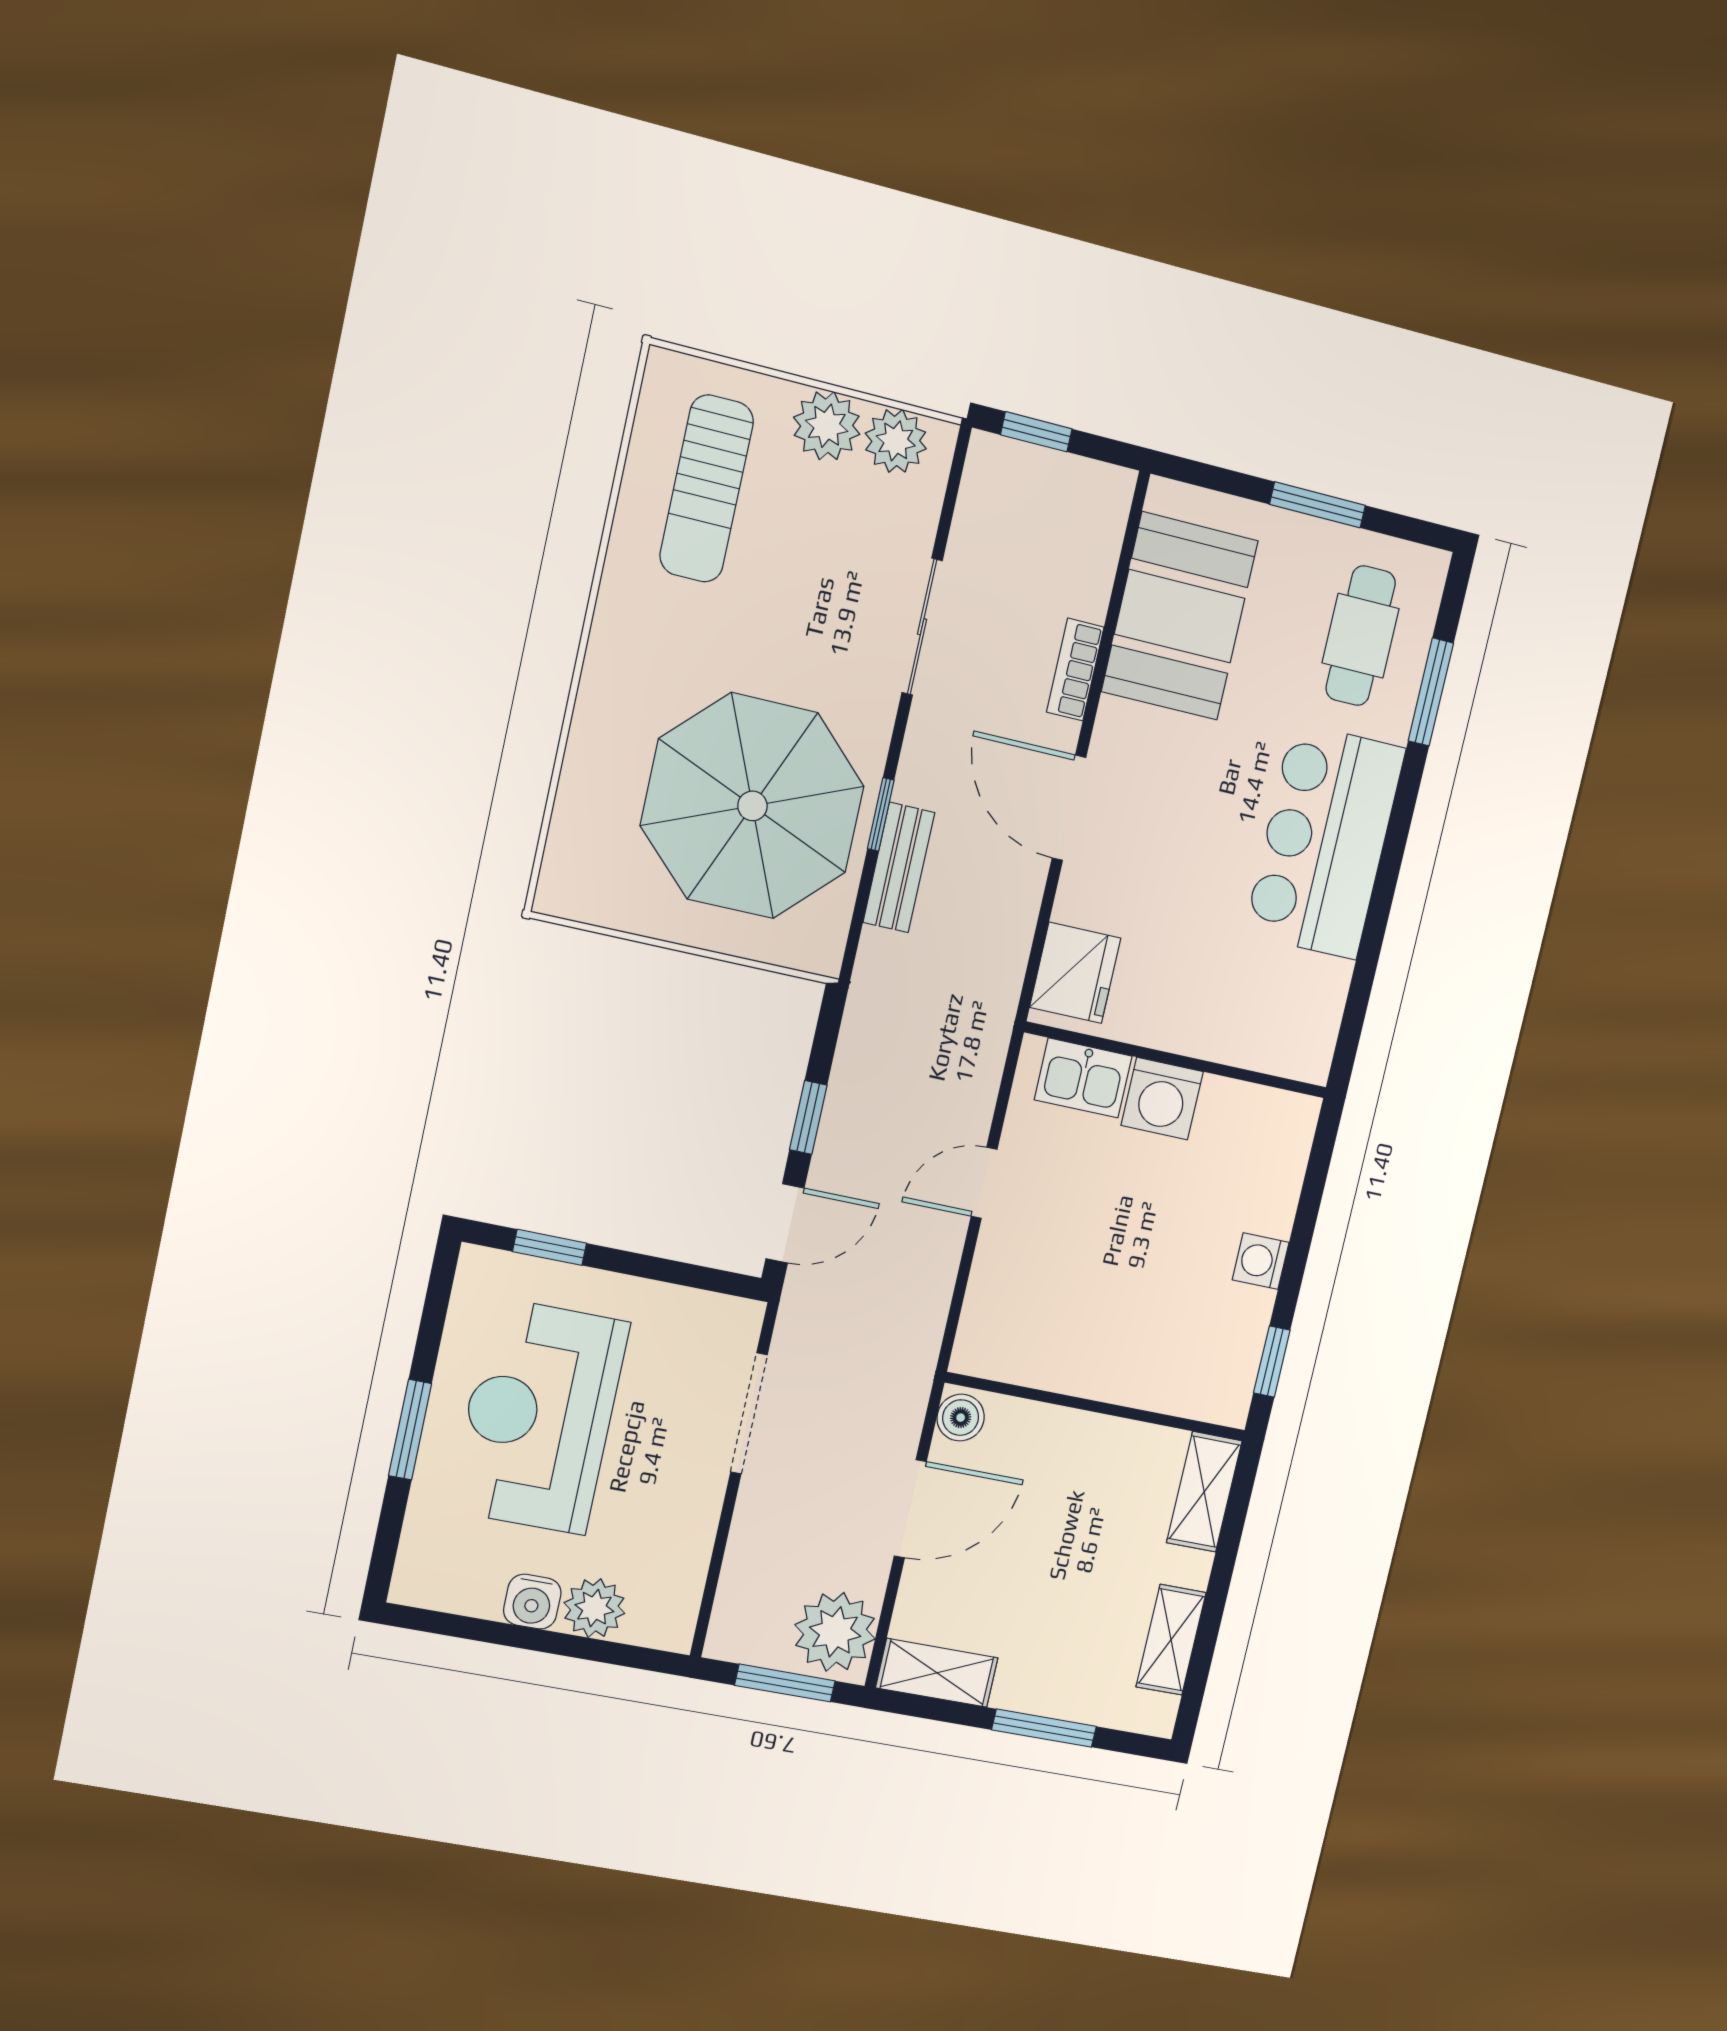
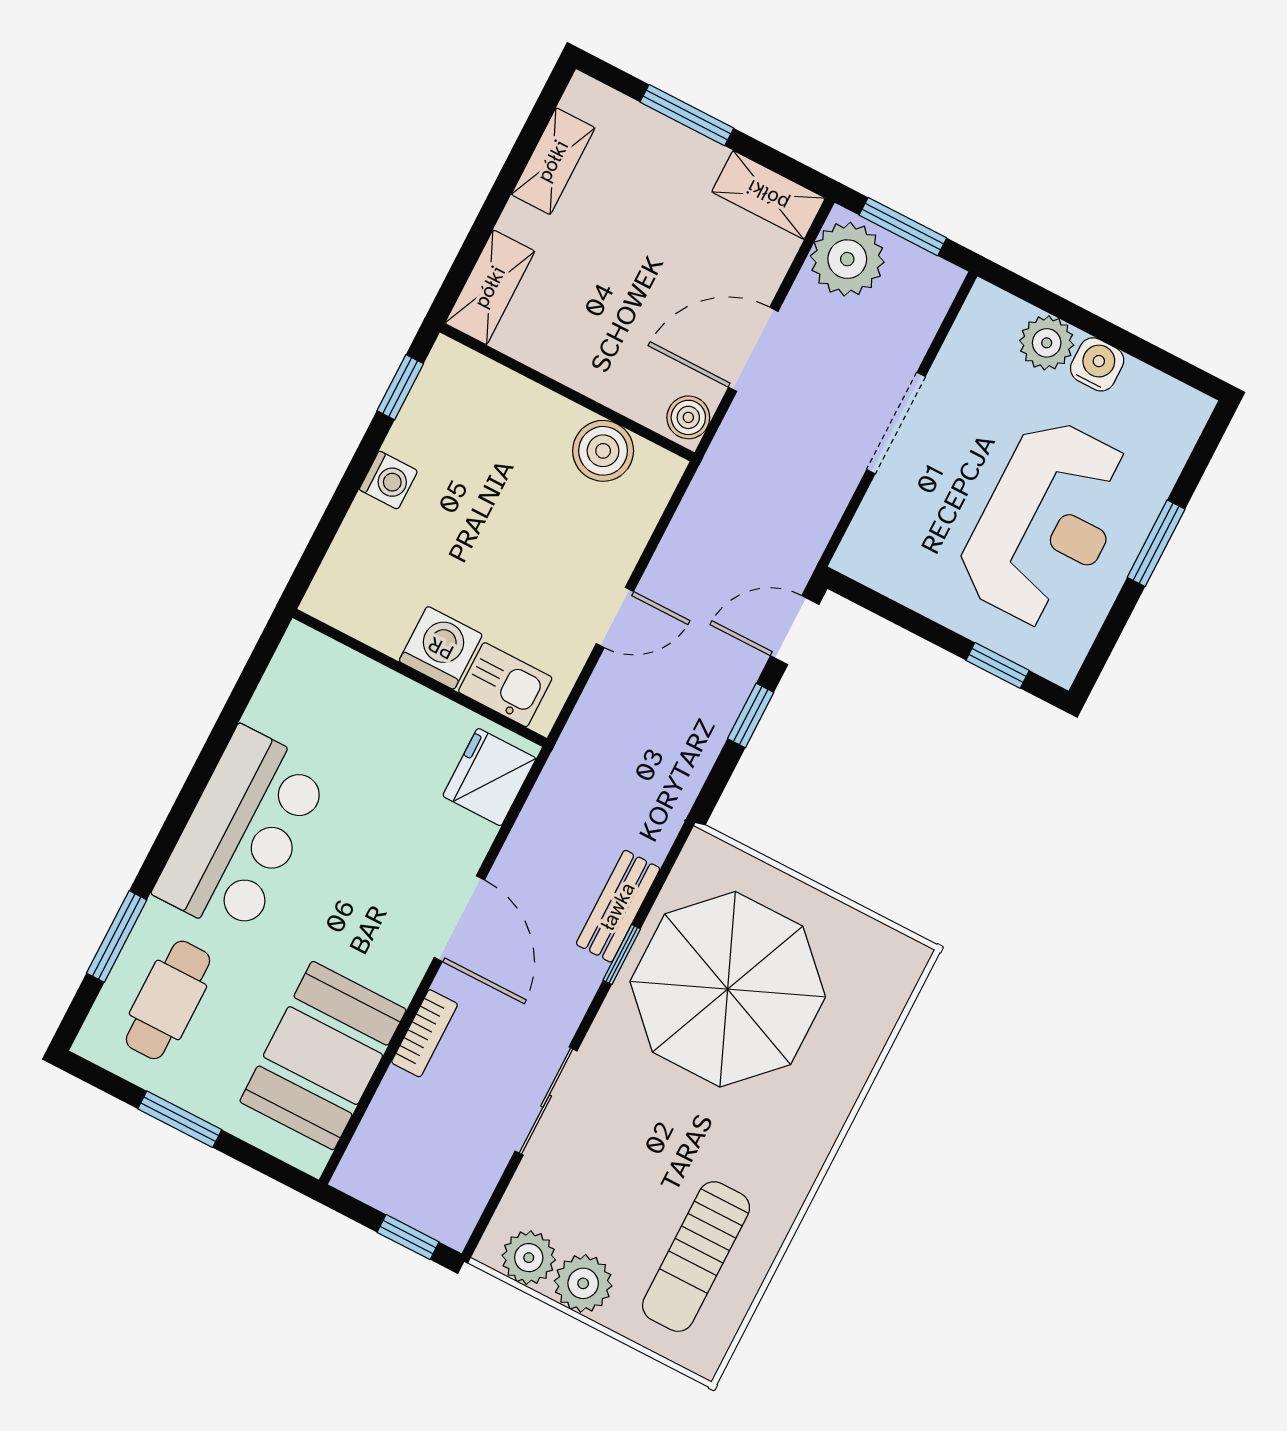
sun lounger: (707, 489) -> (696, 1257), turned 180
boiler: (1042, 1356) -> (603, 451), added
doorway: (749, 1413) -> (896, 423), moved

